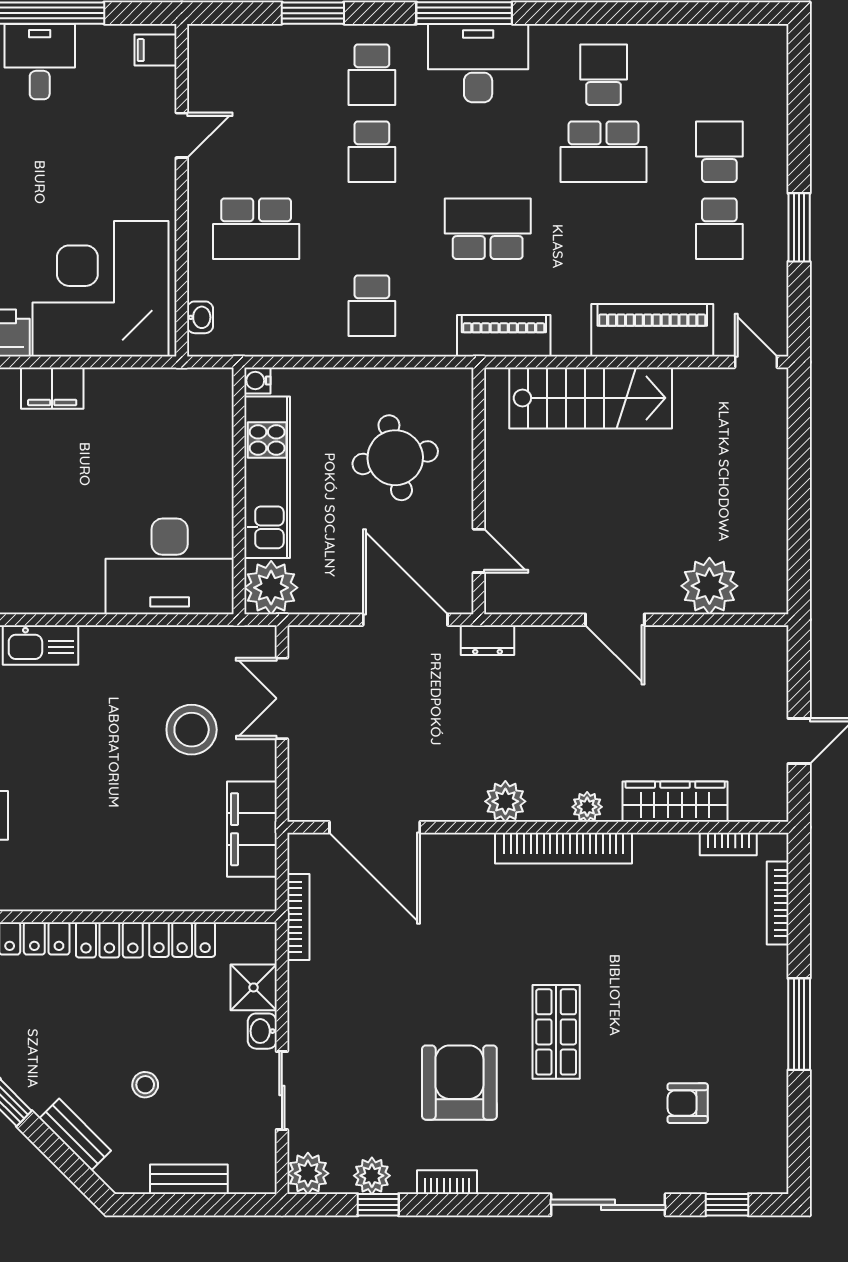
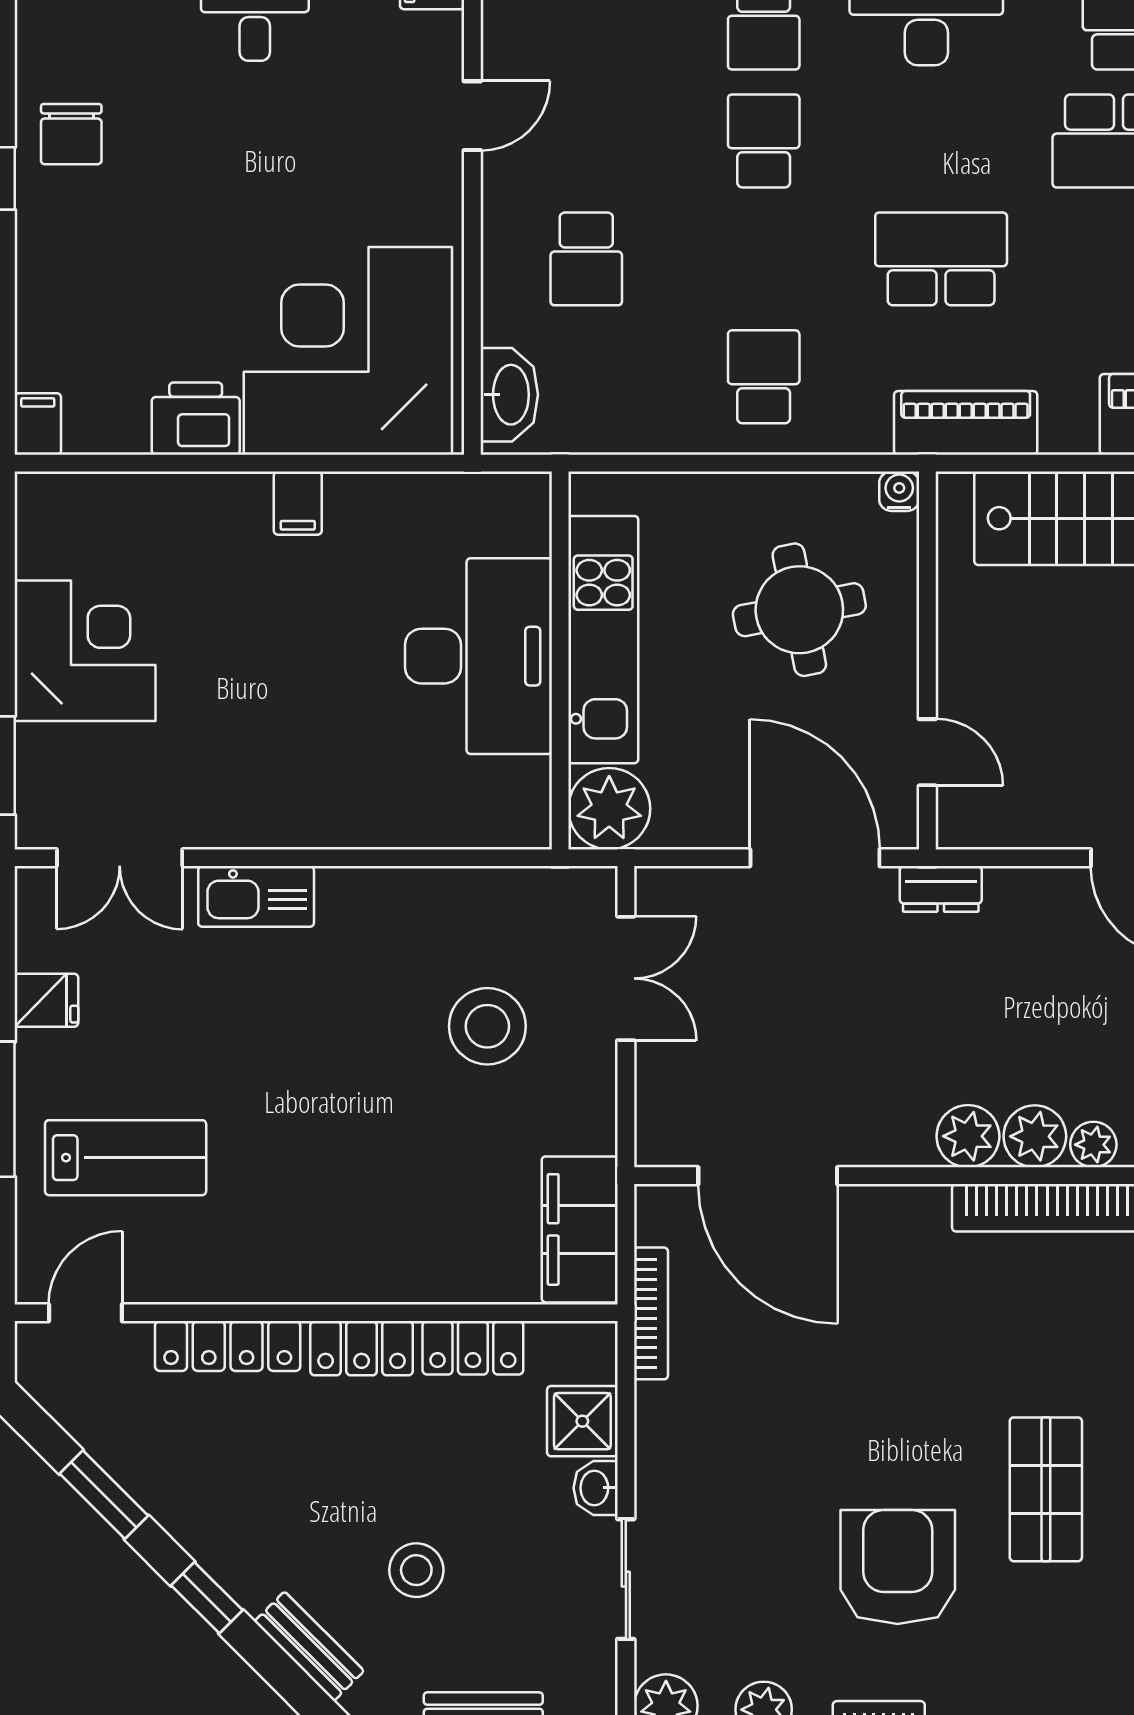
school desk: (372, 152) -> (764, 141), turned 180
school desk: (256, 229) -> (586, 259), width x0.54
school desk: (372, 306) -> (764, 377), turned 180
washbasin: (200, 317) -> (509, 395), width x1.91, depth x1.45
water cooler: (257, 381) -> (899, 491), moved, turned 90
filing cabinet: (52, 388) -> (298, 503), width x0.50
desk: (170, 566) -> (478, 656), moved, turned -90
double door: (282, 698) -> (626, 978), swing flipped
plant: (549, 801) -> (1035, 1136), added
filing cabinet: (252, 829) -> (580, 1229), moved
stool: (145, 1085) -> (416, 1570), width x1.37, depth x1.37

